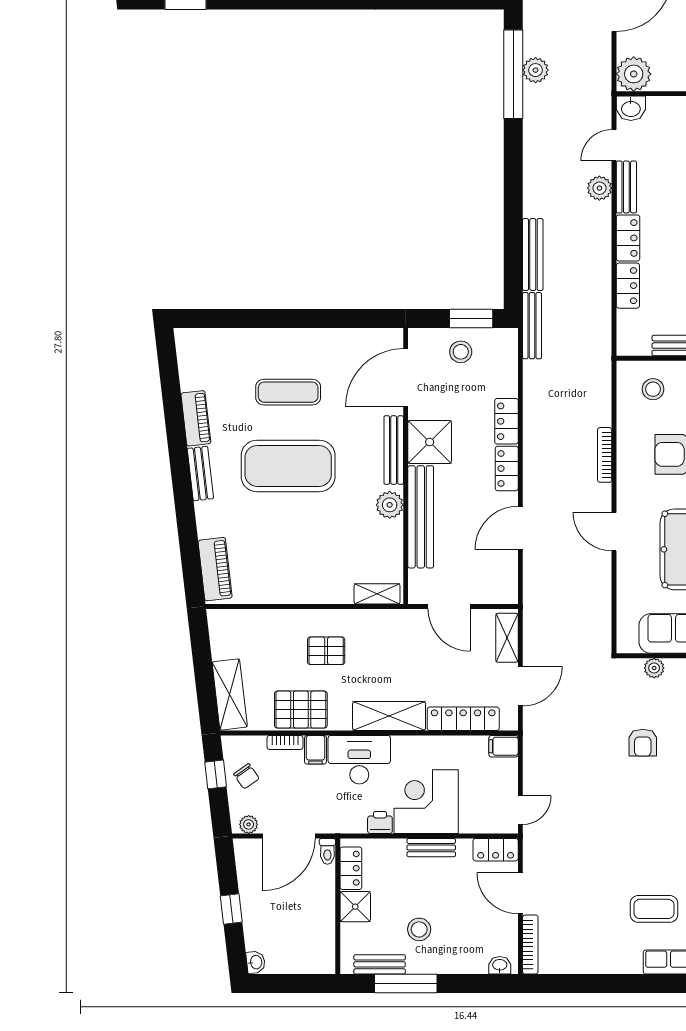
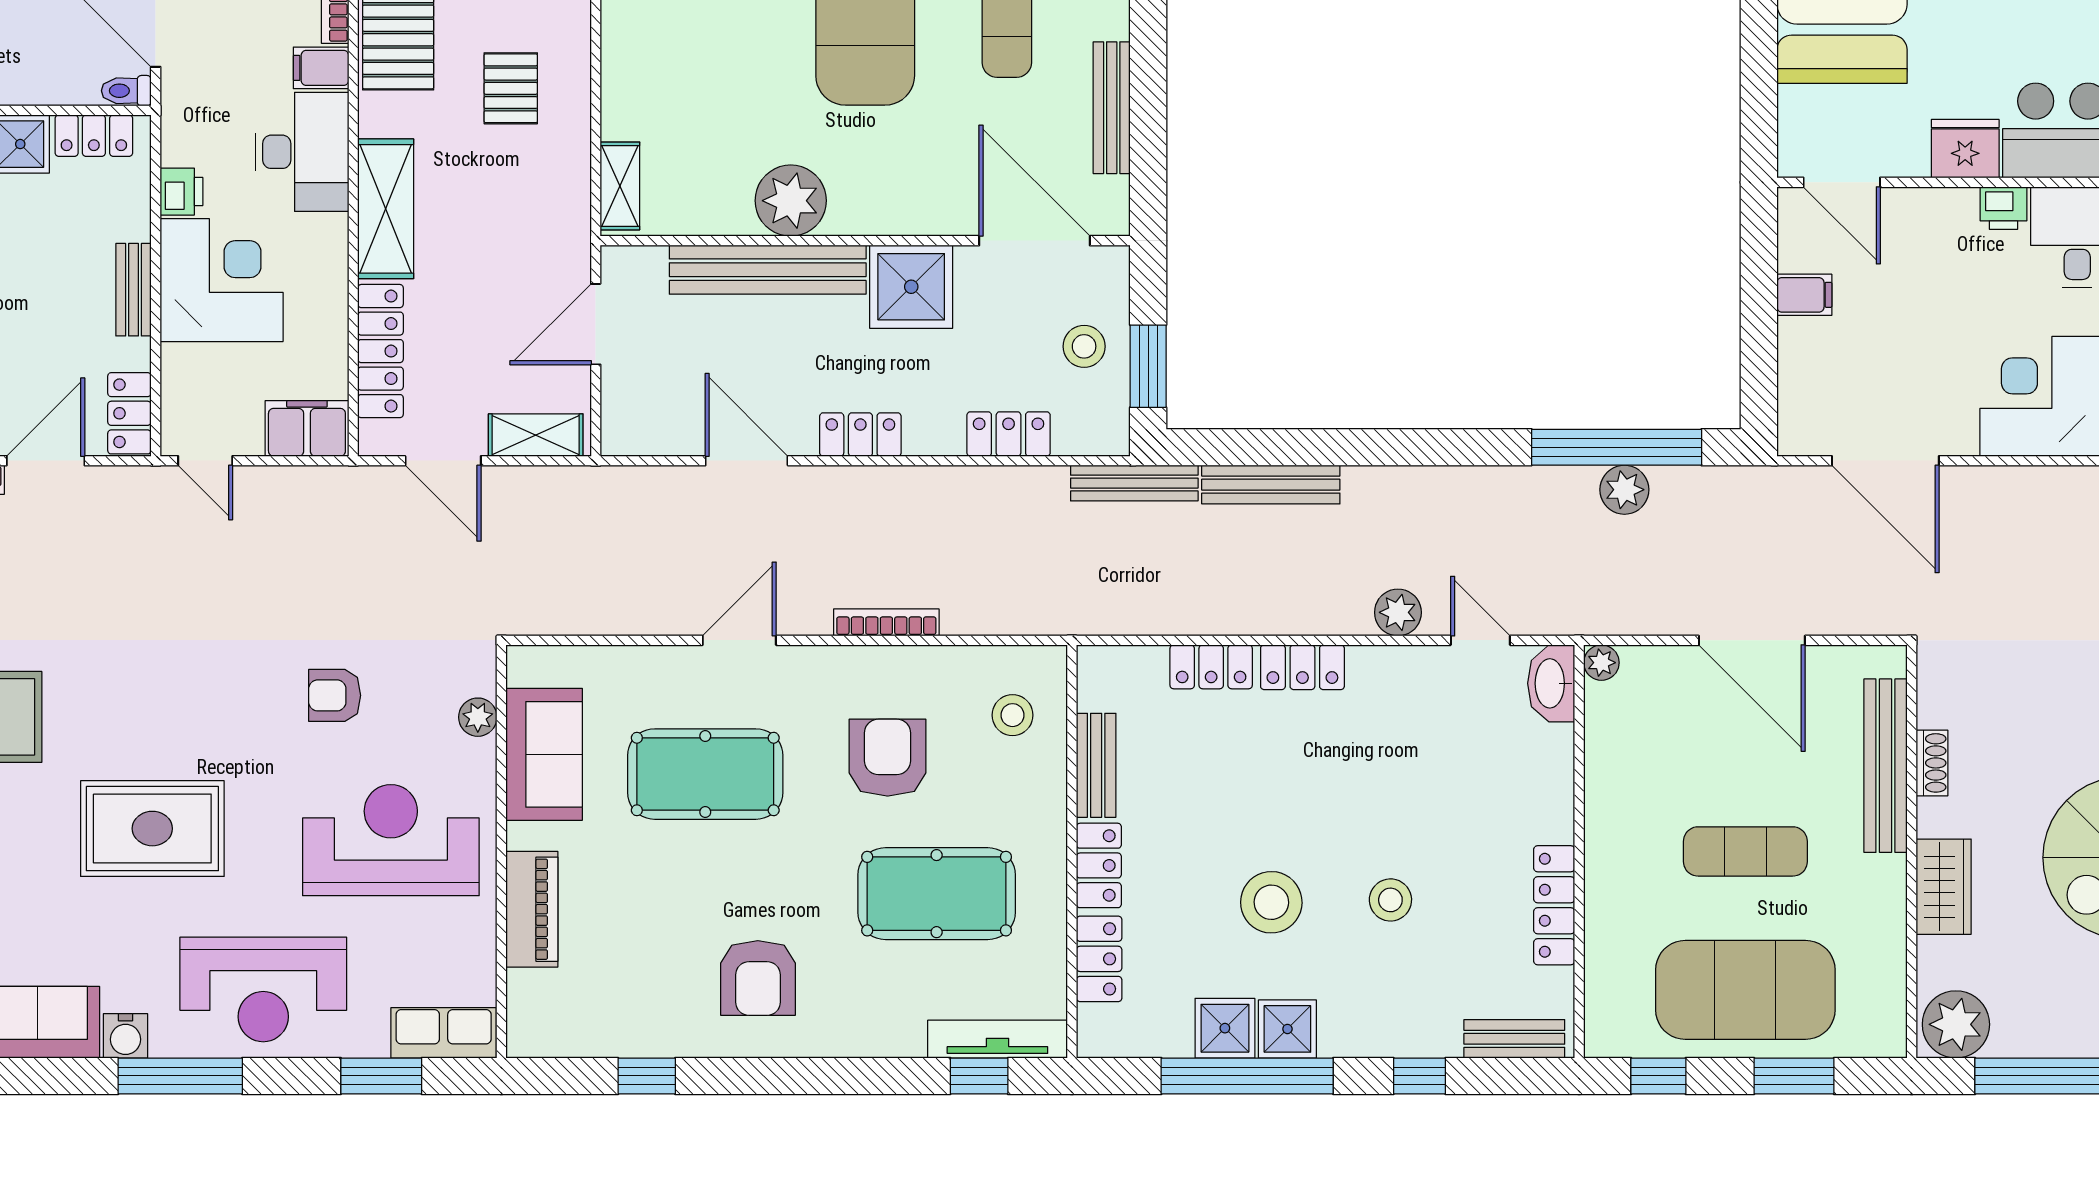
plant: (634, 74) -> (1601, 663), width x0.53, depth x0.53
washbasin: (631, 108) -> (1551, 683), width x1.38
bench: (626, 187) -> (1400, 664), removed
locker: (506, 421) -> (1009, 434), moved
bench: (394, 450) -> (1112, 108), moved, turned 90
plant: (390, 505) -> (791, 201), width x1.36, depth x1.36
filing cabinet: (504, 746) -> (307, 428), width x2.00

